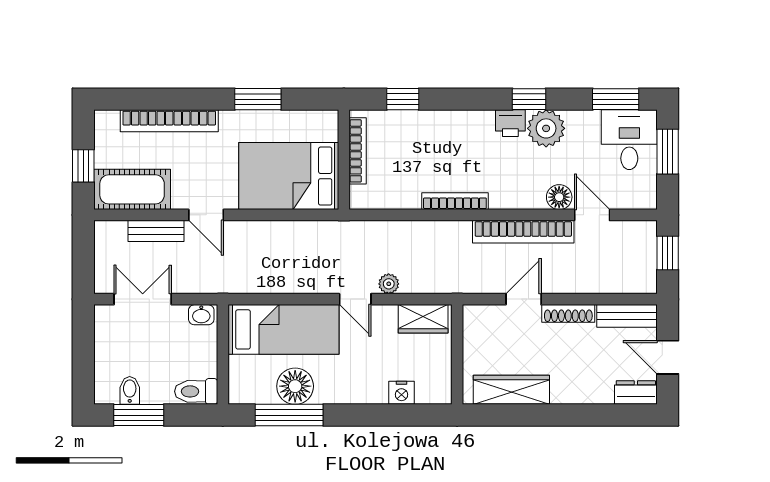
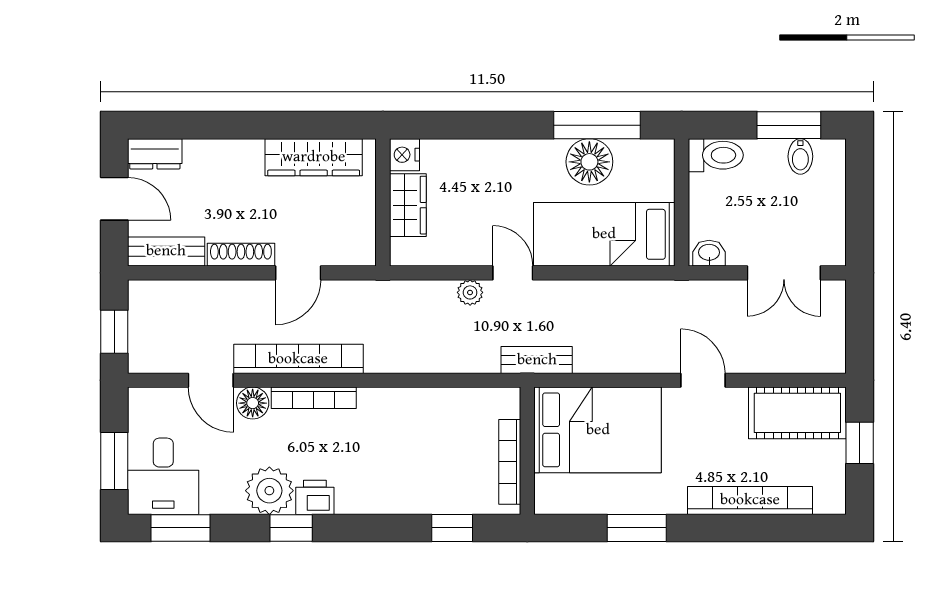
bookcase: (455, 201) -> (314, 398), moved
bench: (156, 231) -> (537, 360), moved
wardrobe: (423, 319) -> (408, 205), moved, turned 90
nightstand: (401, 393) -> (404, 155), moved, turned -90

